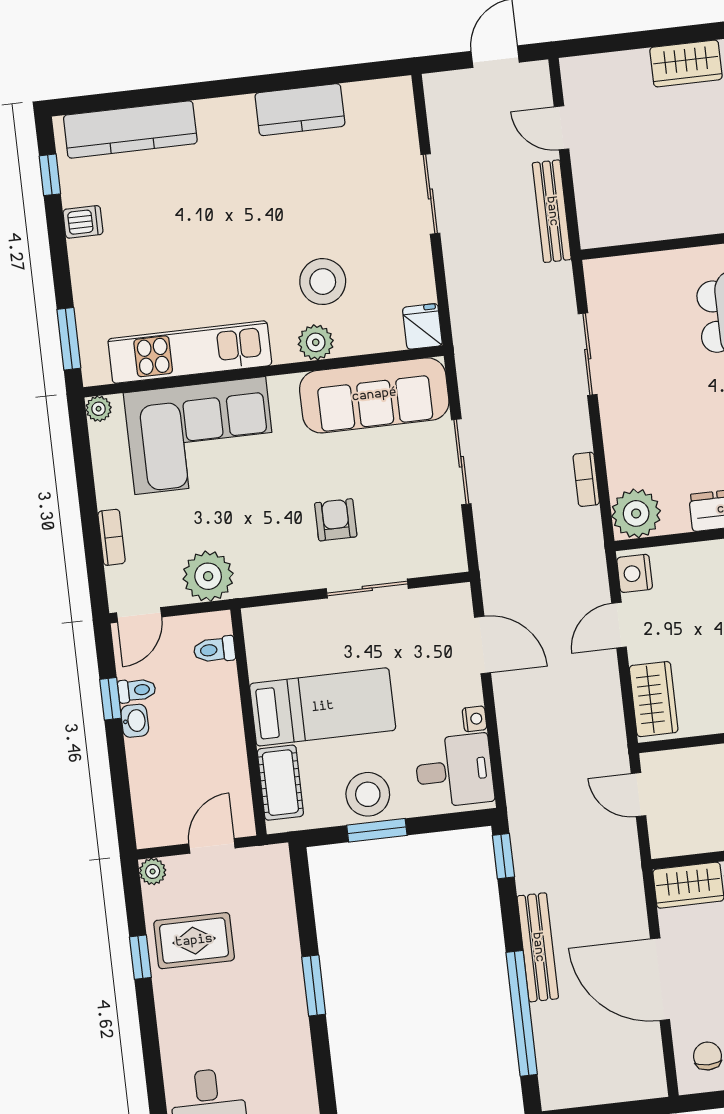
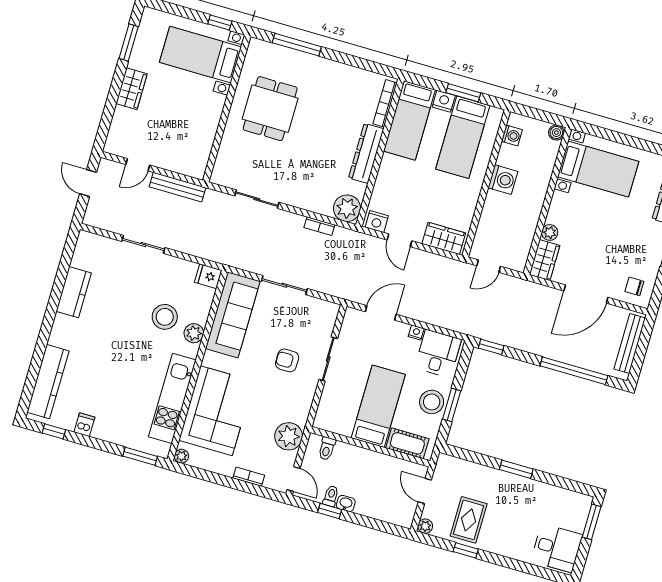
bench: (538, 947) -> (630, 343), moved, turned 90

